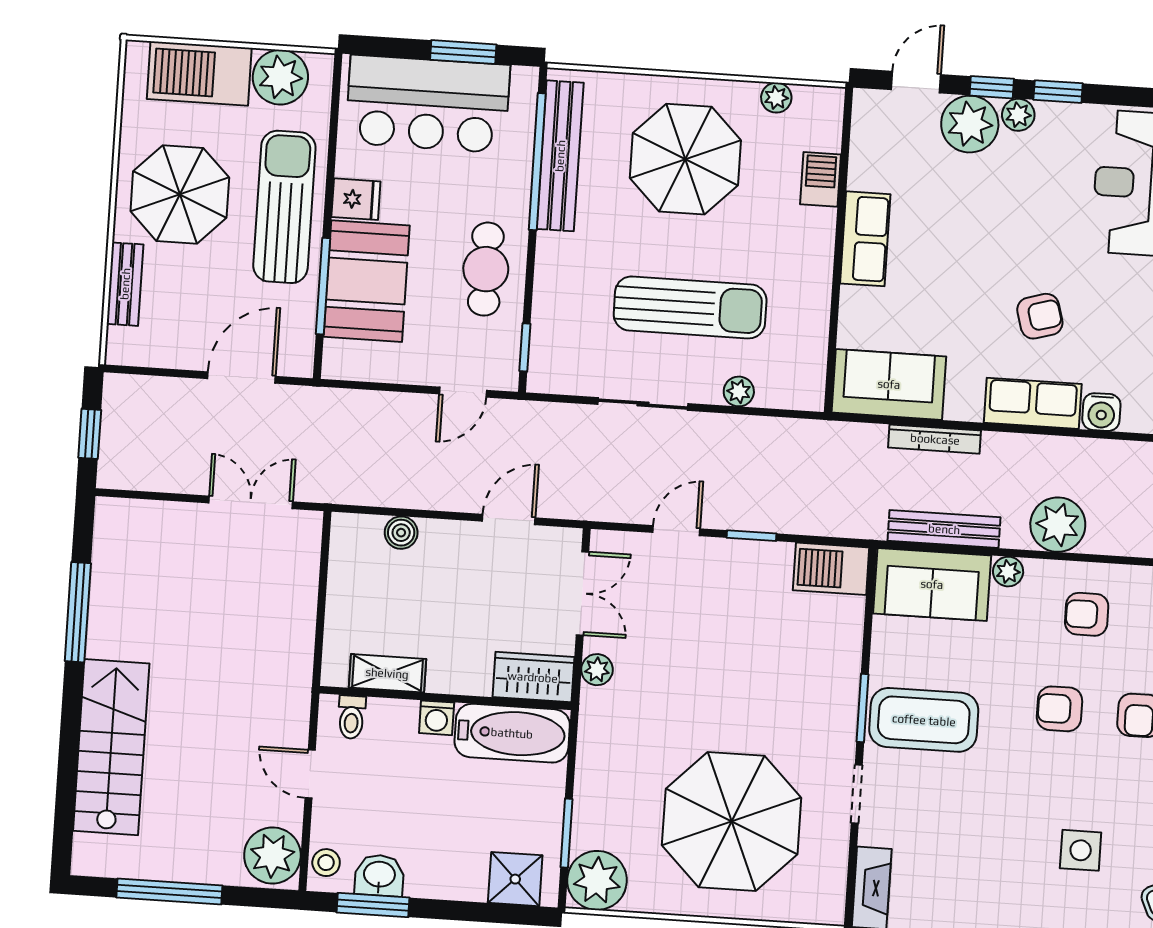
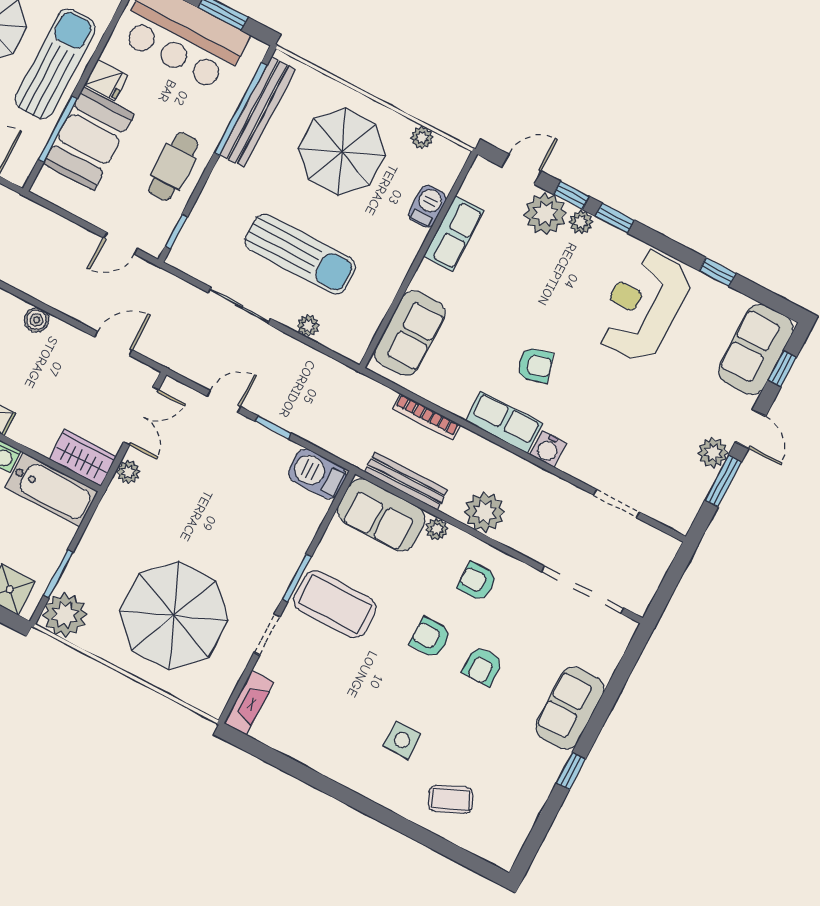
row of seats: (865, 239) -> (454, 233), moved
sofa: (889, 384) -> (410, 333), moved, turned 90

